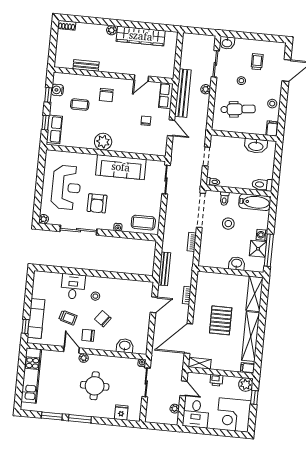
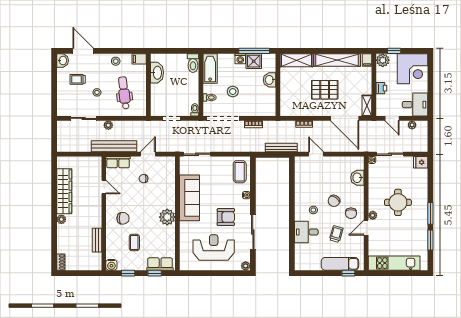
washbasin: (227, 43) -> (63, 61), moved
water cooler: (57, 90) -> (111, 265), moved
door: (184, 388) -> (392, 118), swing flipped
fridge: (121, 413) -> (421, 162), moved

